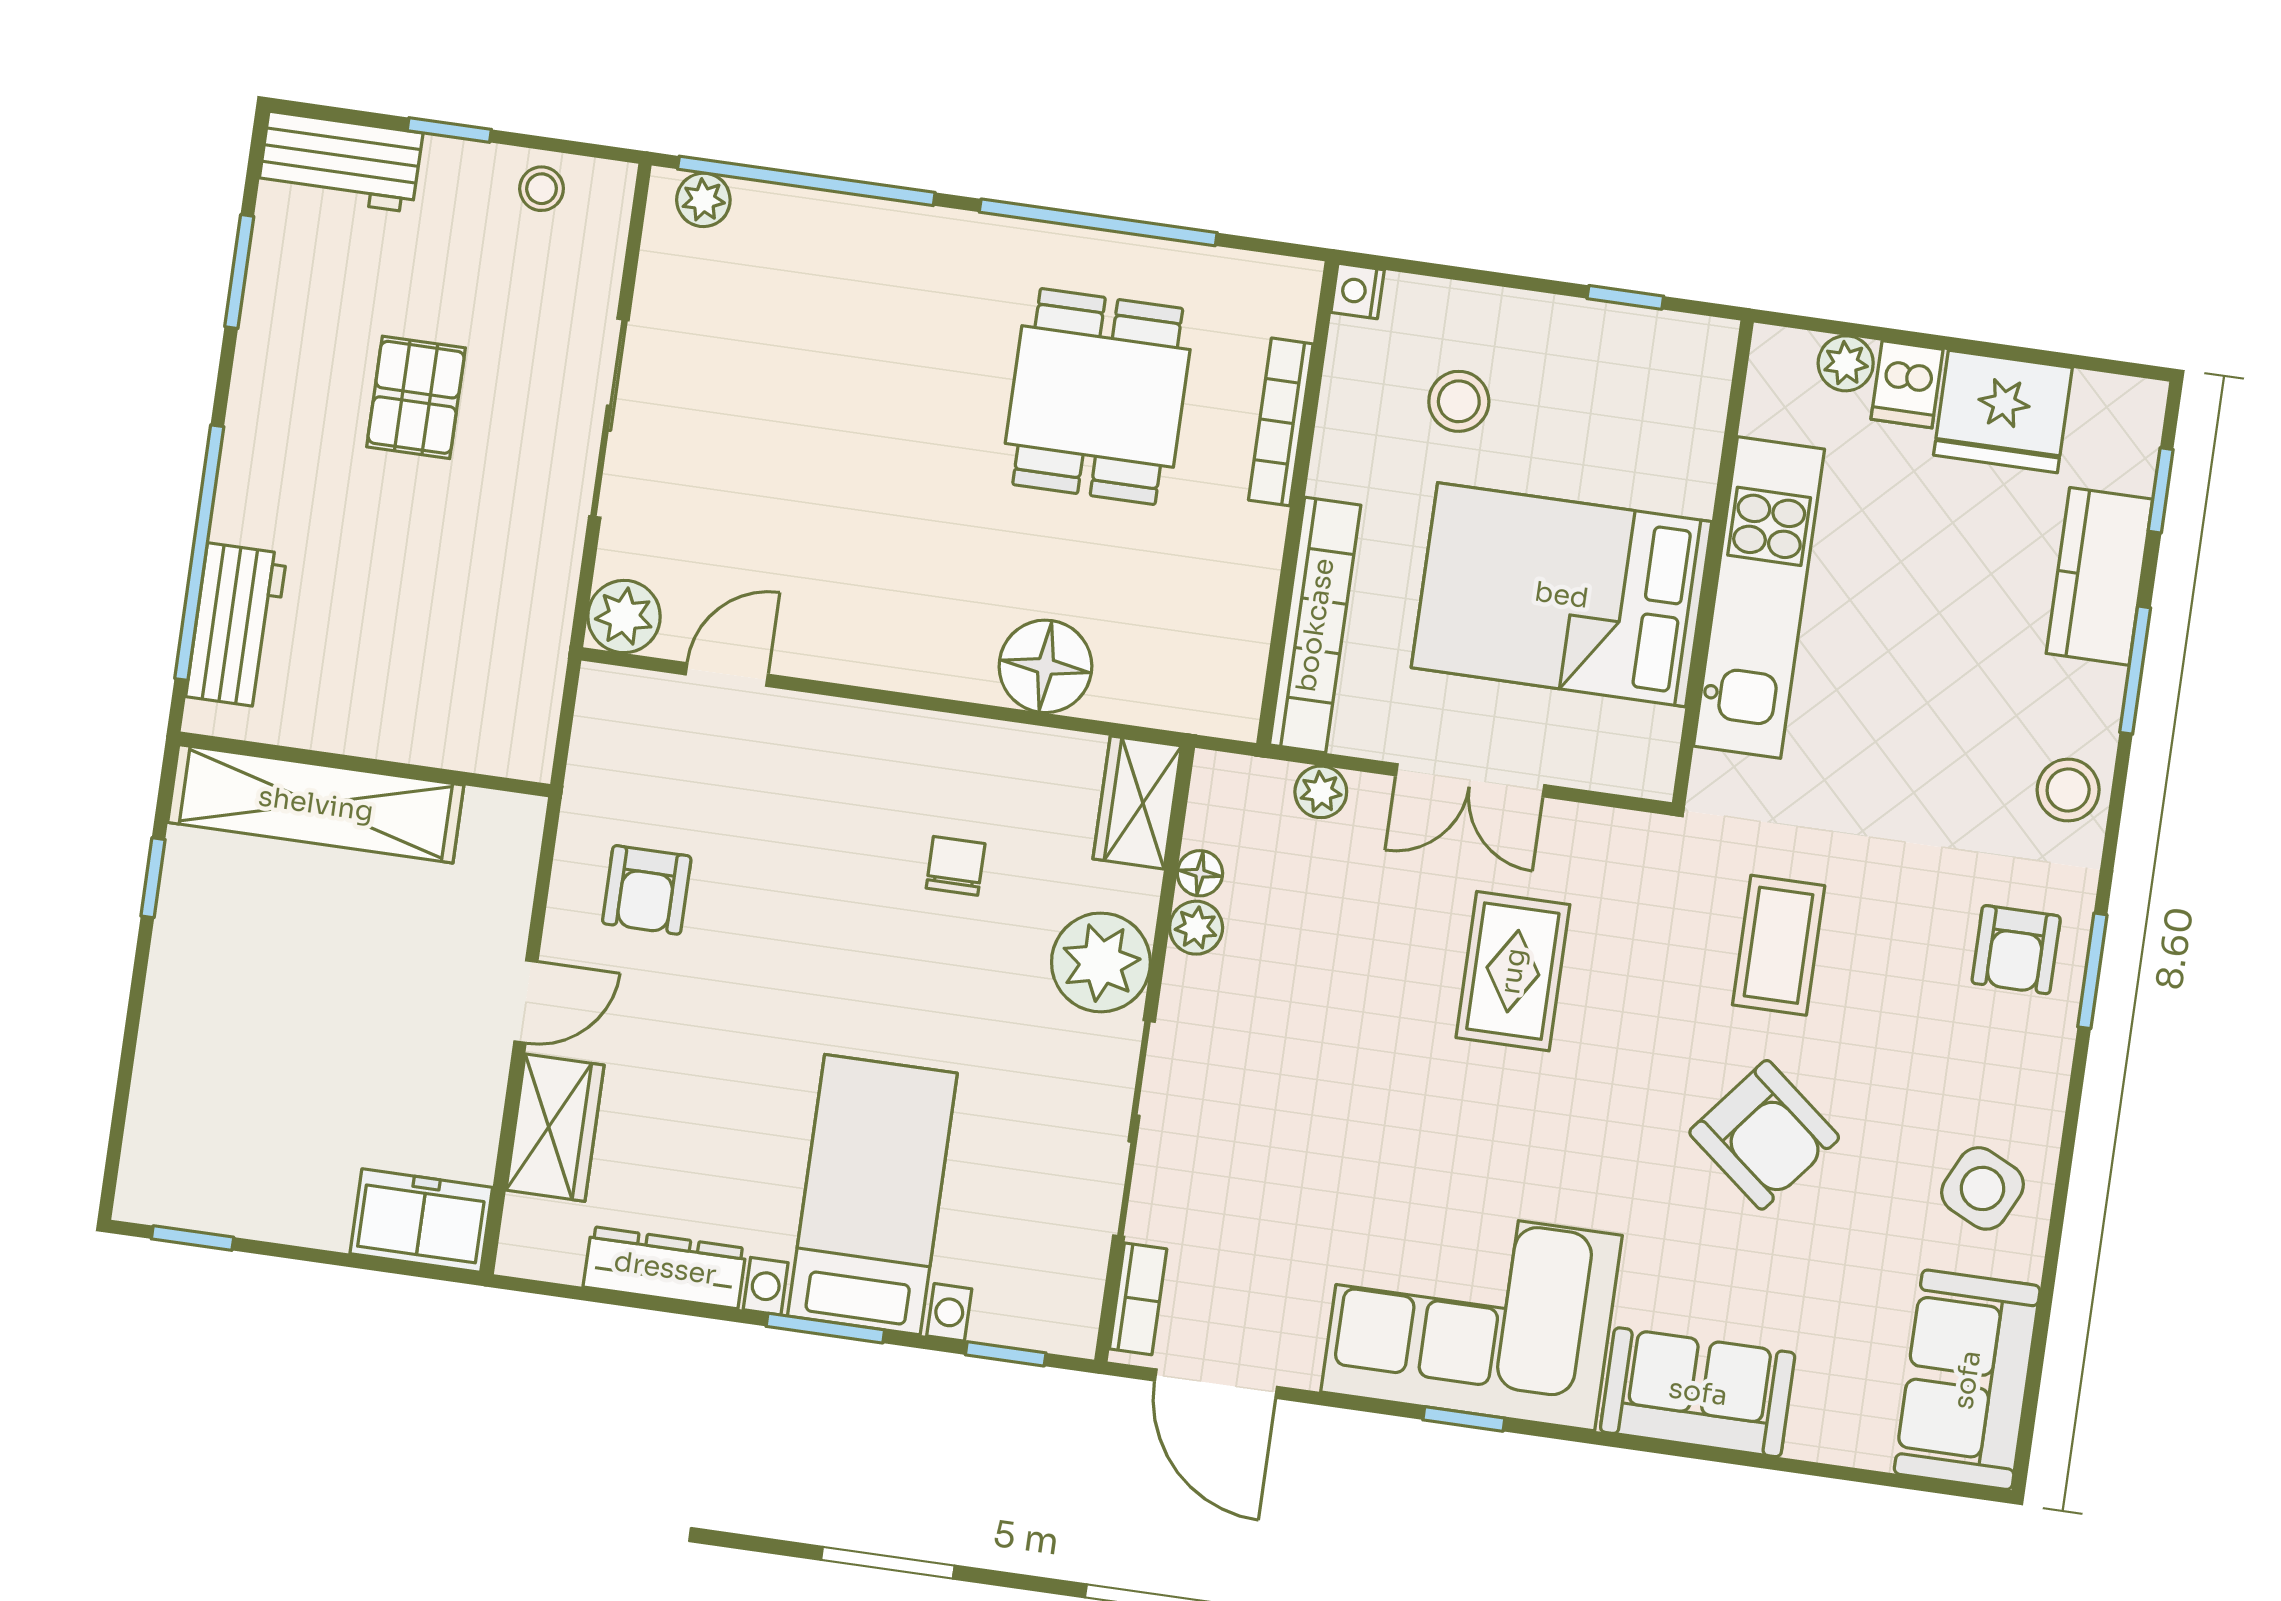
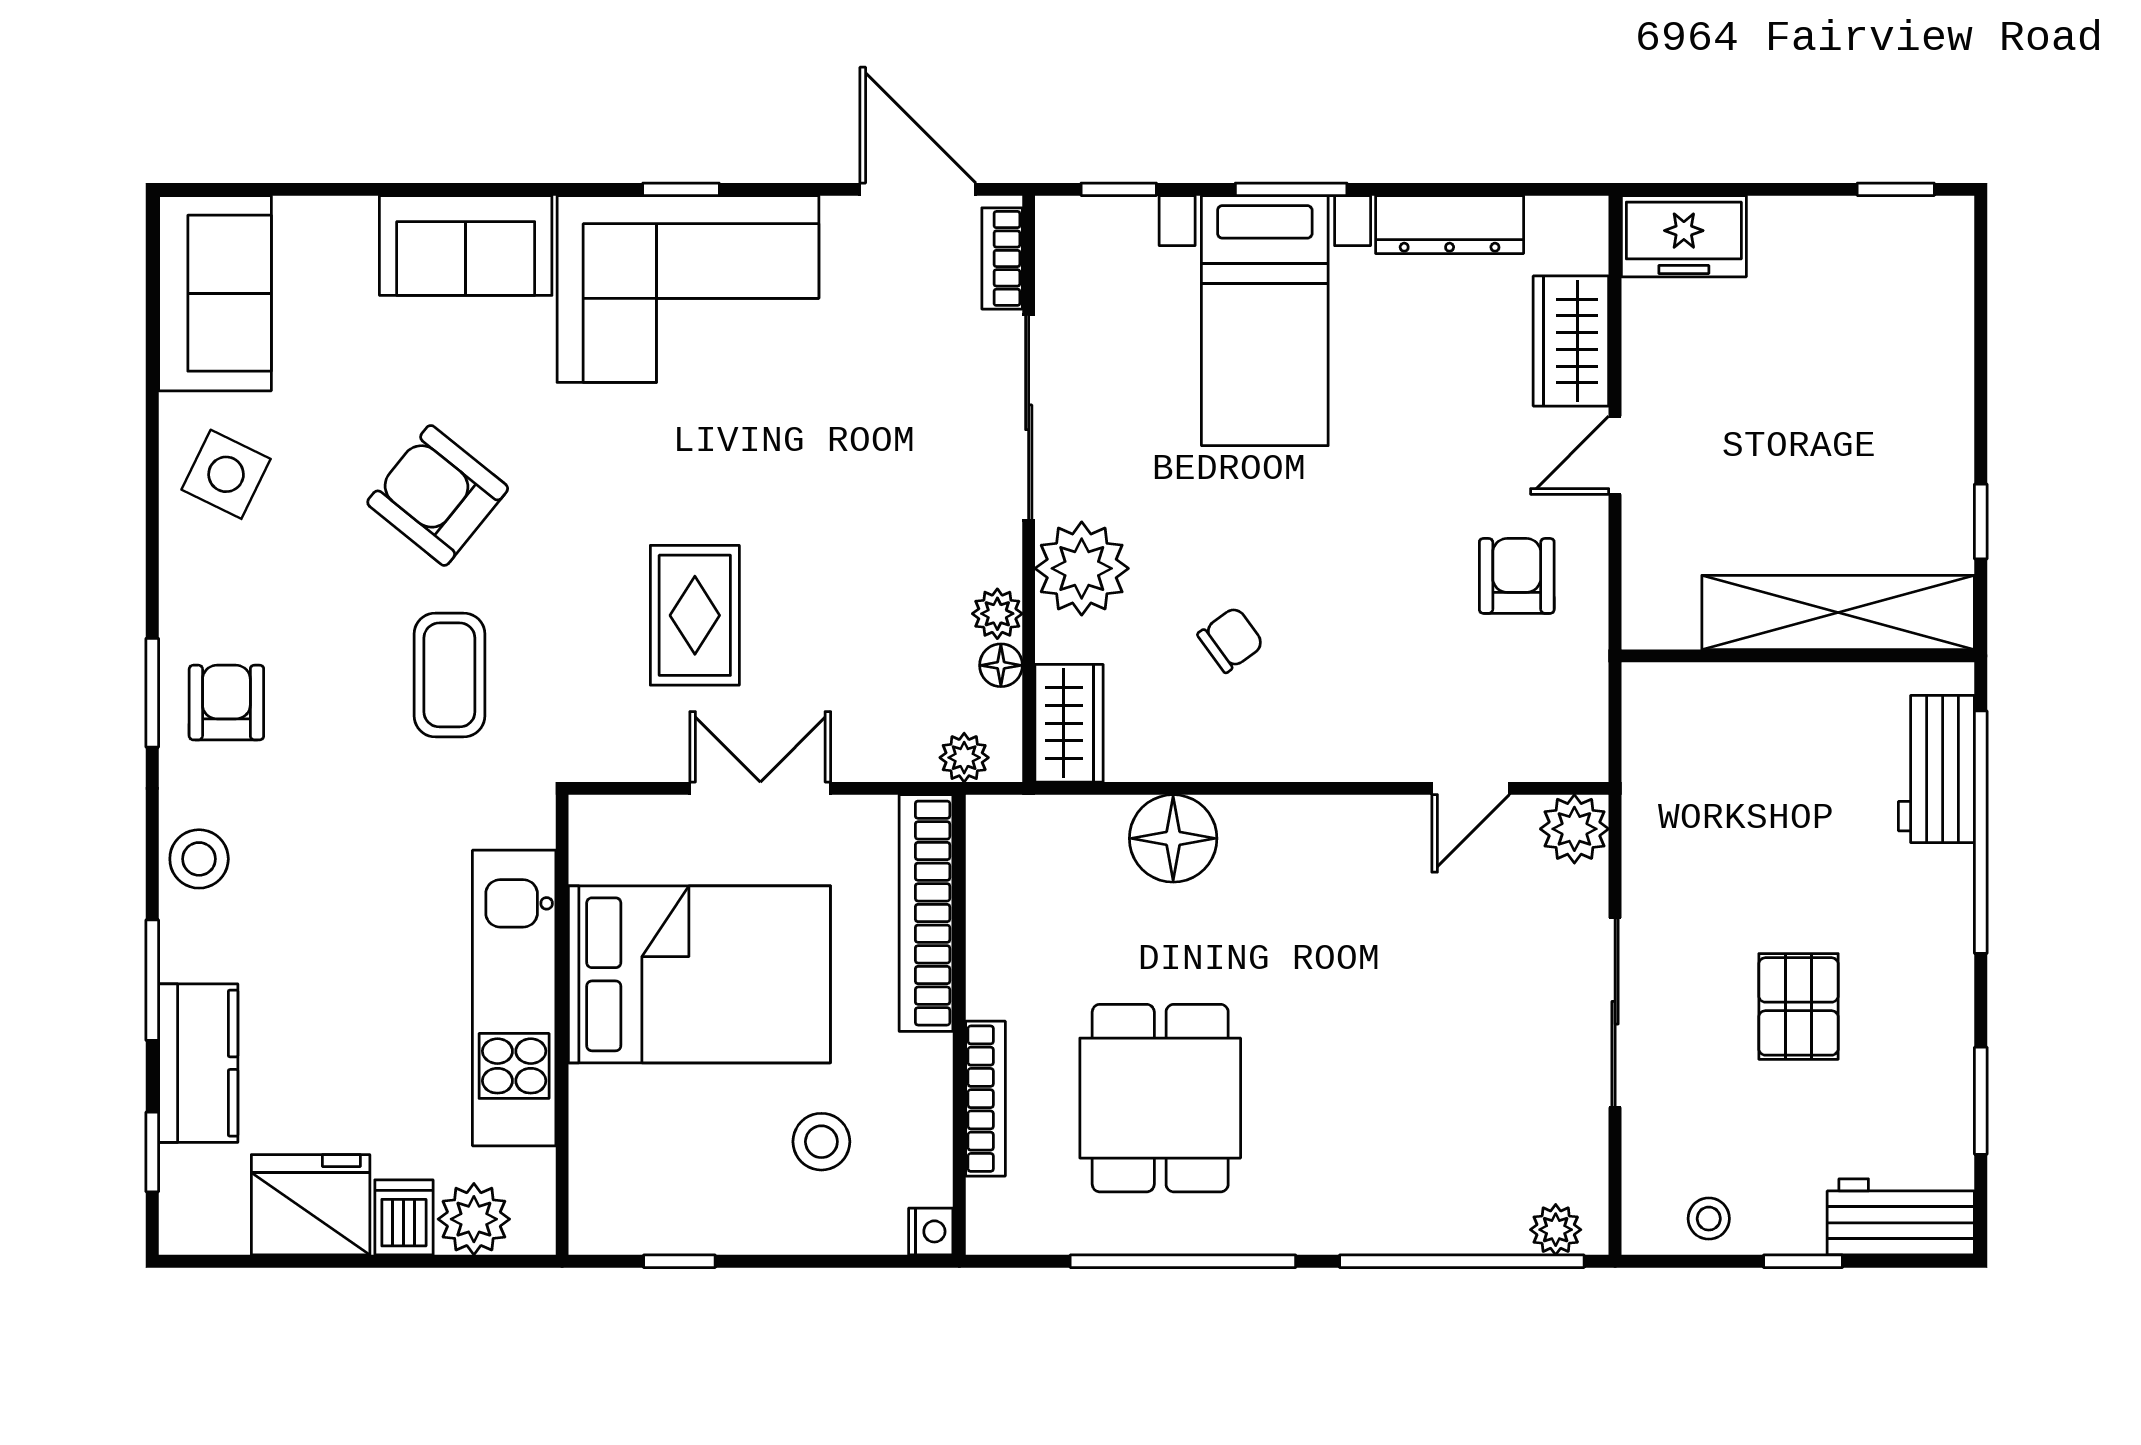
plant: (1846, 363) -> (474, 1219), width x1.38, depth x1.38
plant: (1321, 792) -> (964, 758), moved
chair: (956, 866) -> (1231, 640), turned -126

